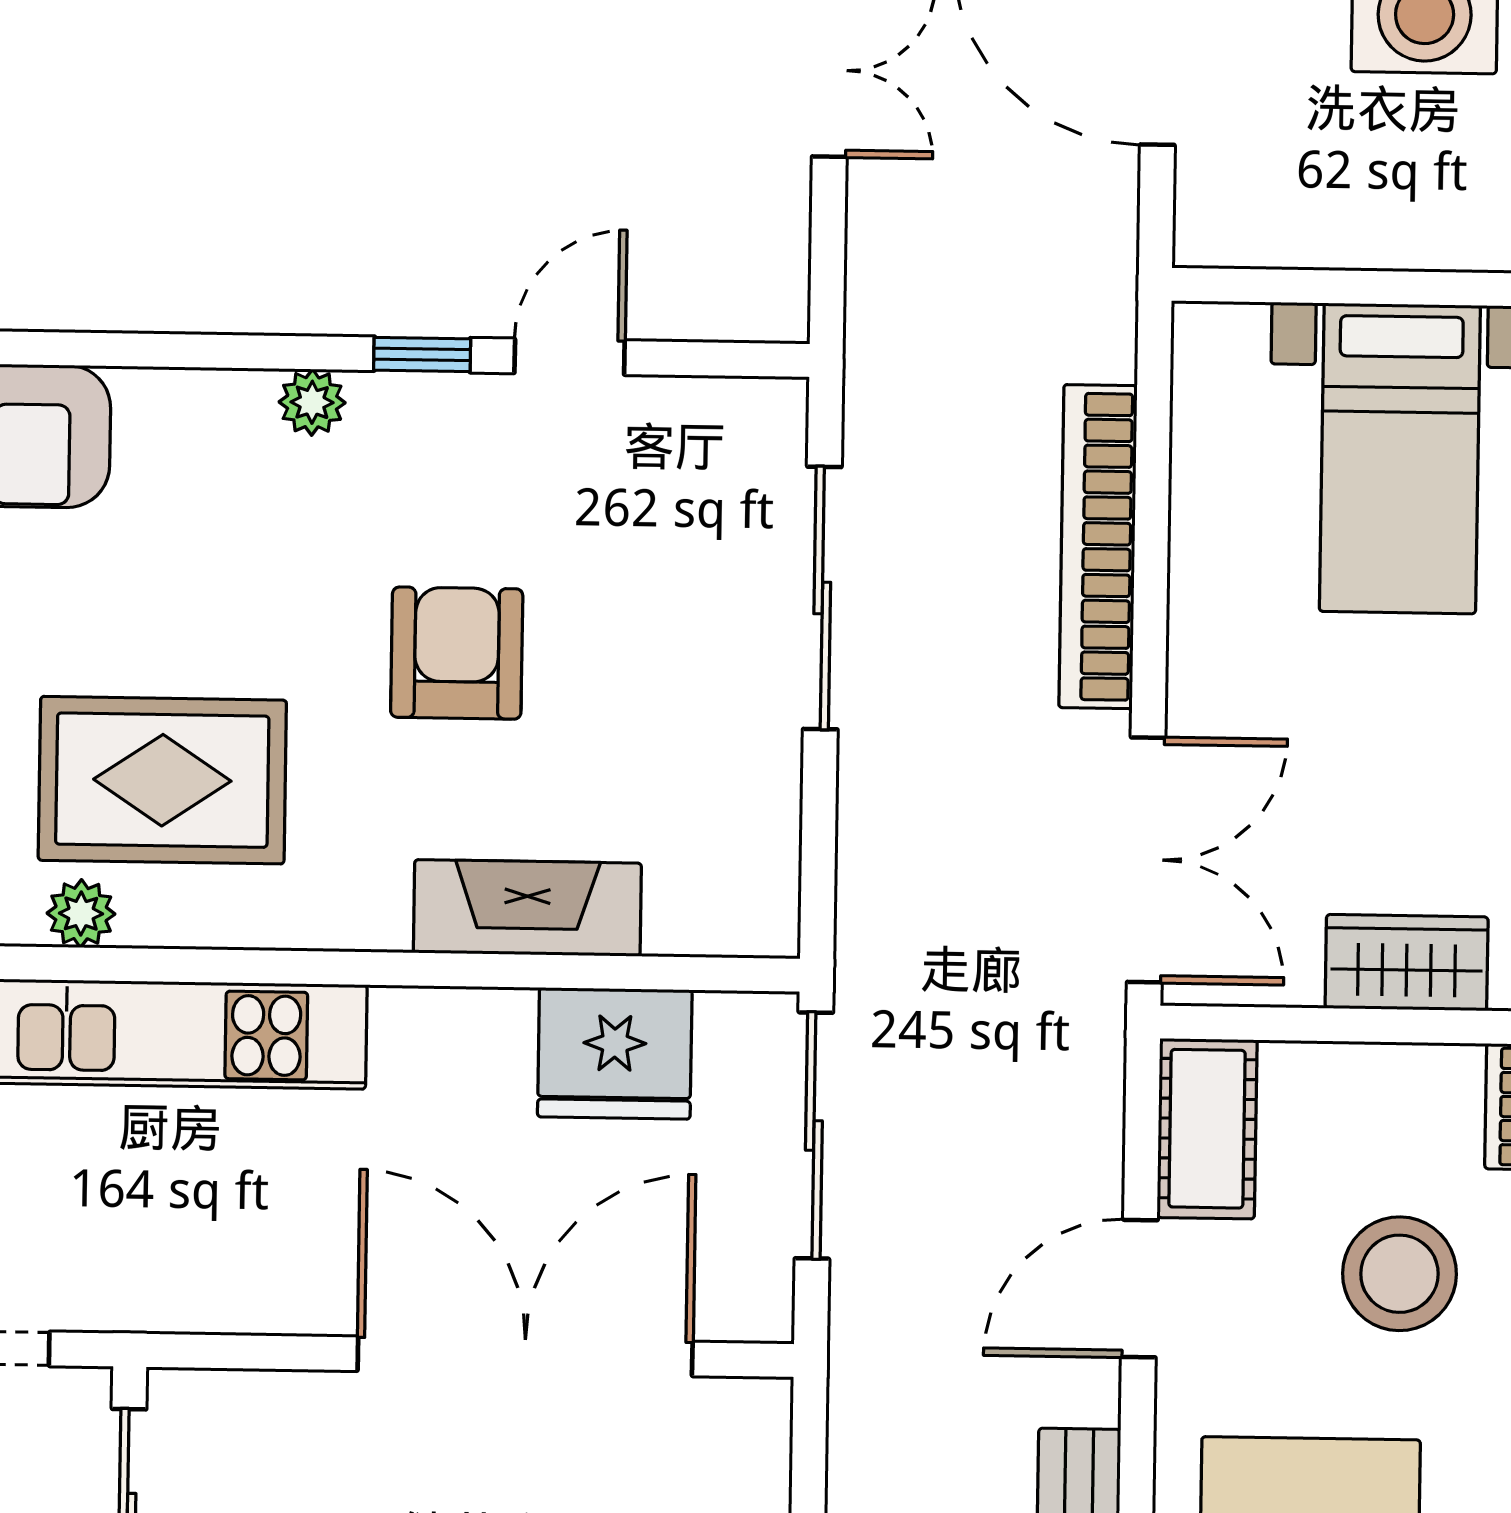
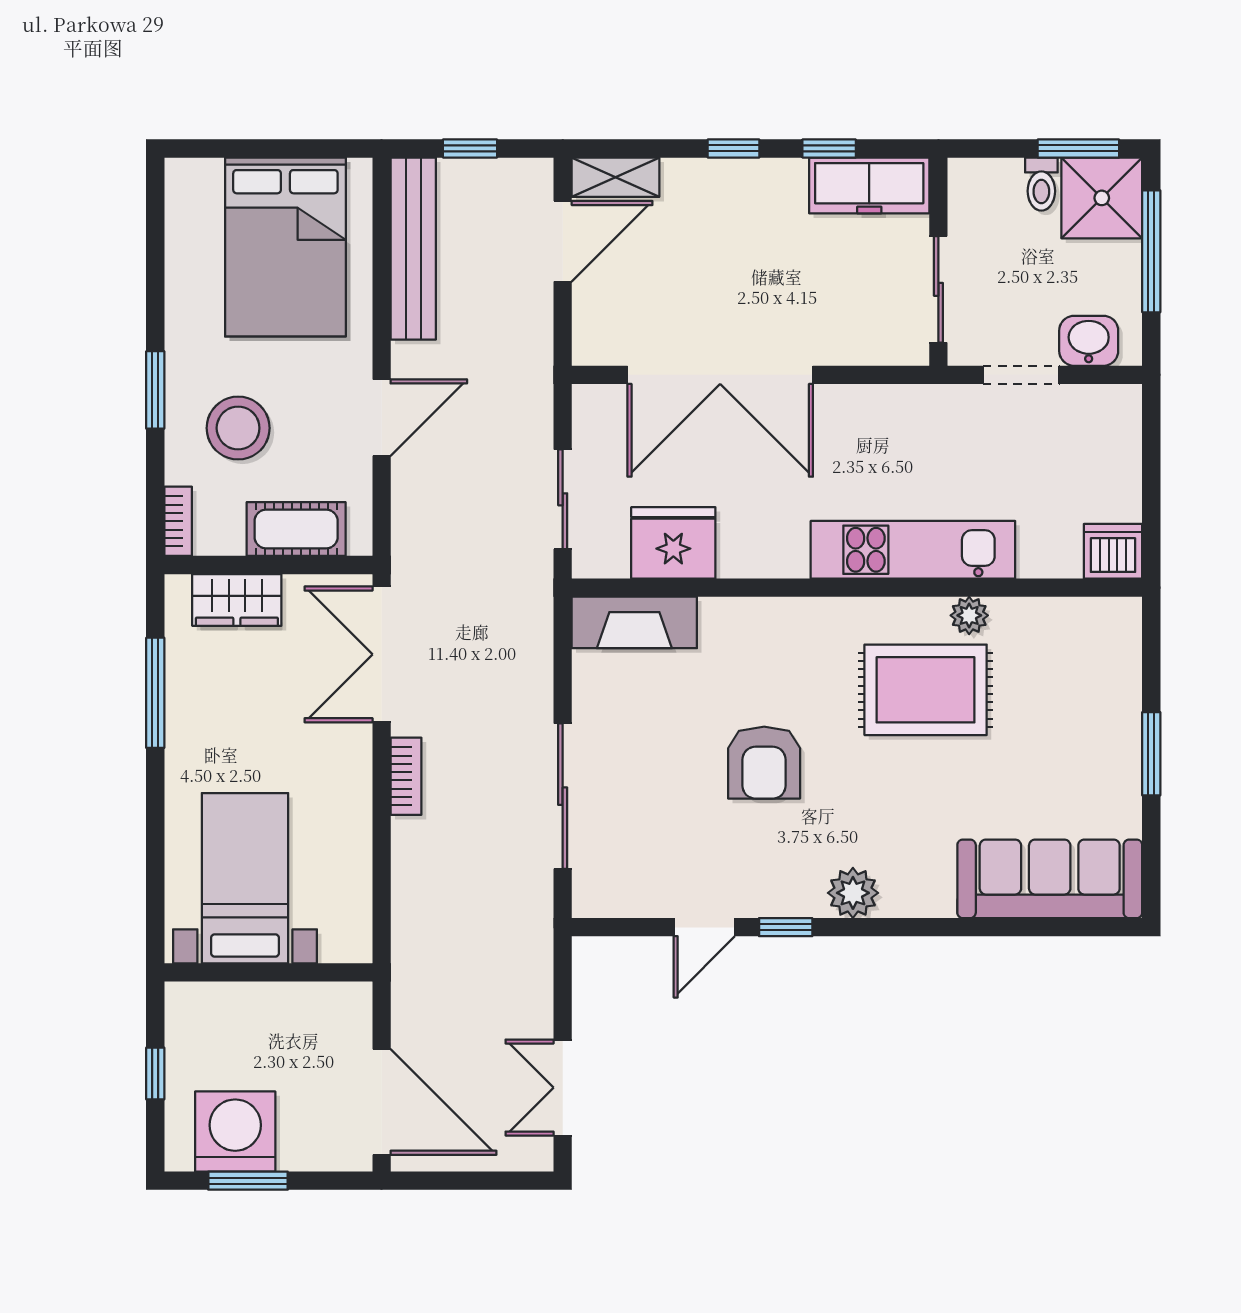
plant: (312, 402) -> (853, 893), width x1.38, depth x1.38
bookcase: (1098, 547) -> (406, 776), width x0.43, depth x0.76
fireplace: (527, 908) -> (634, 622), moved
cot: (1207, 1129) -> (296, 529), moved, turned 90
sliding door: (814, 1136) -> (563, 499), width x0.73

